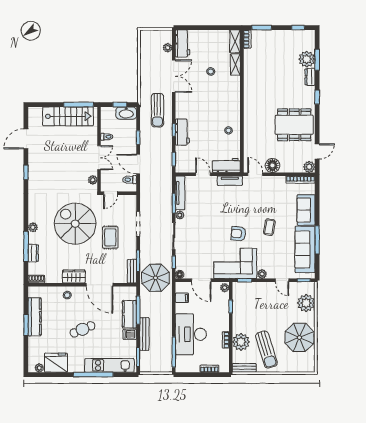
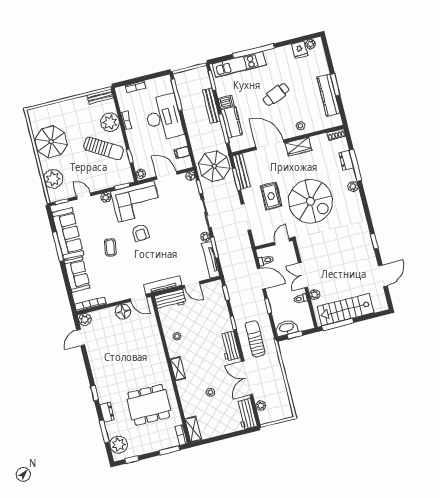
plant: (307, 59) -> (119, 445), moved
shelving: (235, 65) -> (178, 369), moved
dining table: (294, 125) -> (149, 405), moved
workbench: (182, 132) -> (230, 346), moved
plant: (93, 180) -> (315, 295), moved
tv unit: (230, 181) -> (163, 285), width x1.41
armchair: (238, 234) -> (140, 233), turned 81
bench: (132, 271) -> (241, 171), width x1.36
sun lounger: (266, 350) -> (104, 148), moved, turned 138
fridge: (56, 363) -> (300, 50), width x0.53, depth x0.75

